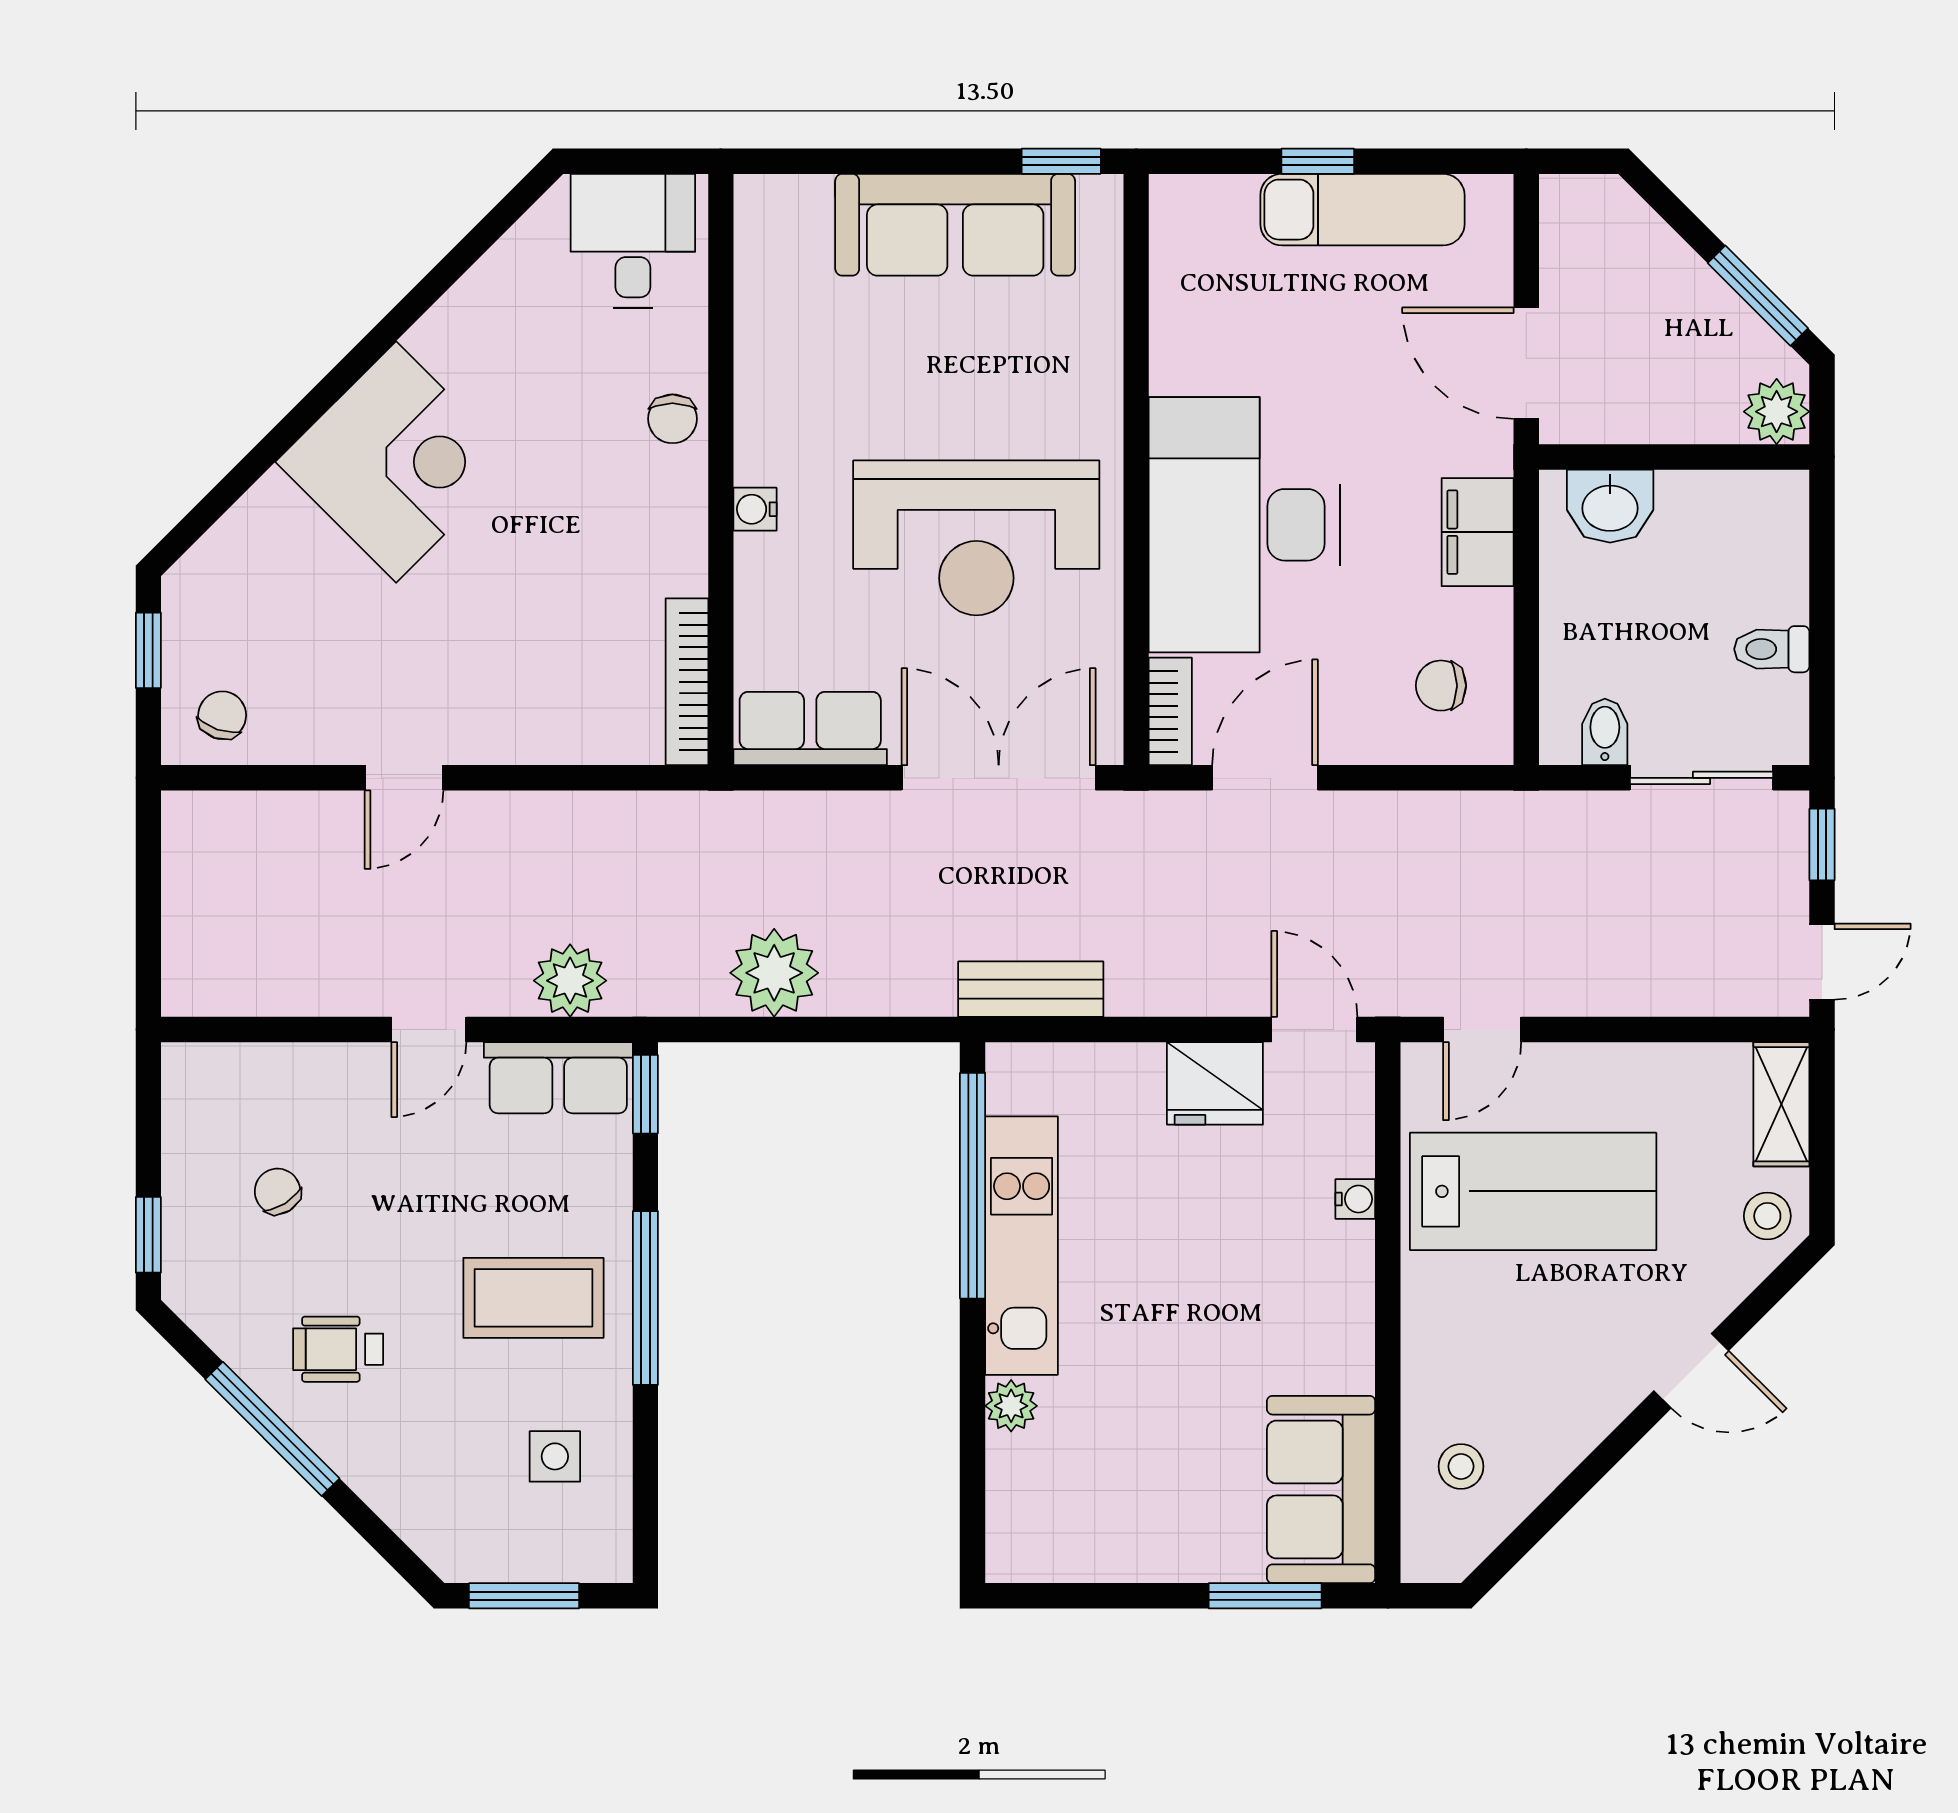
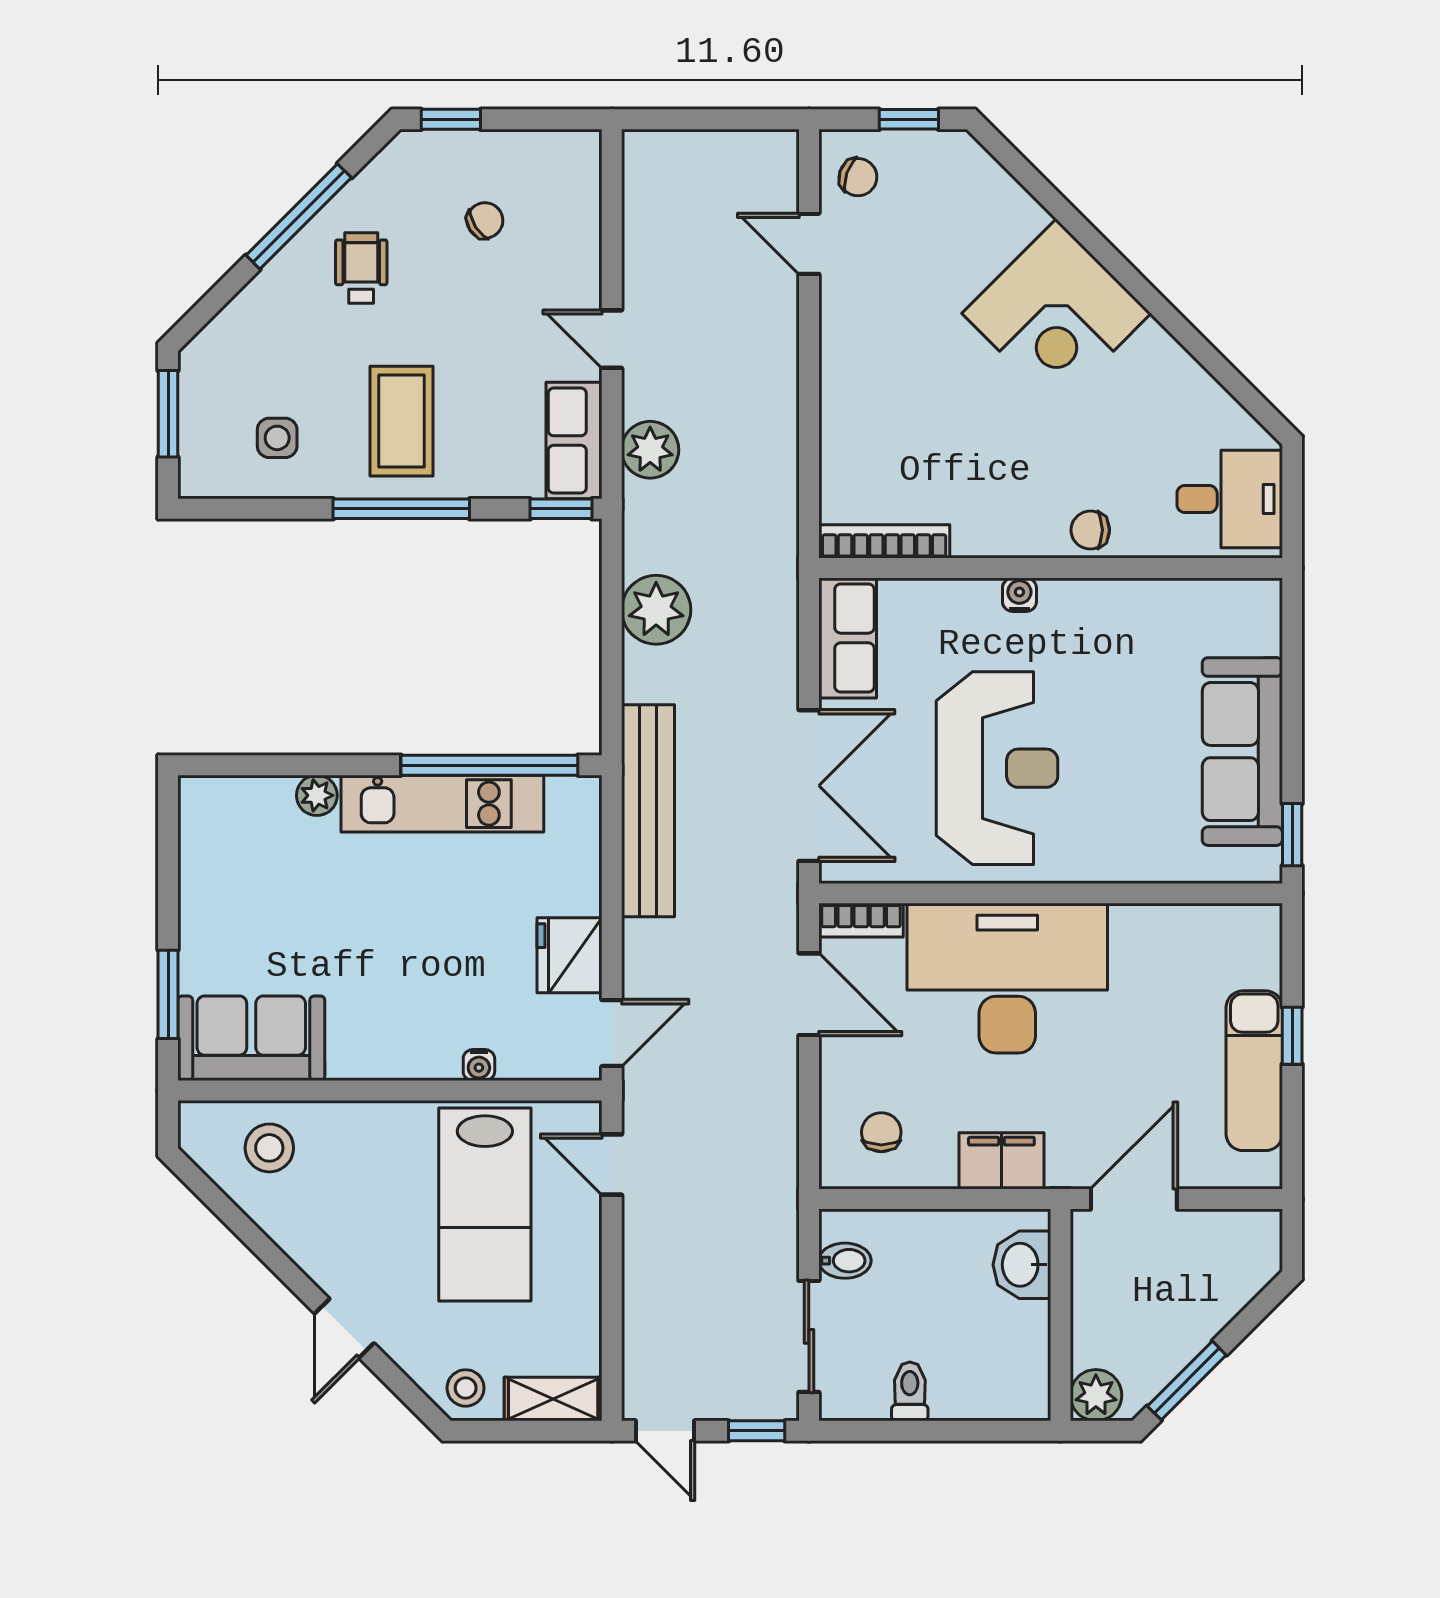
reception desk: (976, 538) -> (997, 768), turned 180
door: (404, 778) -> (809, 244), moved
bench: (1031, 989) -> (648, 811), width x1.86, depth x1.21
stool: (1461, 1466) -> (269, 1148), width x1.37, depth x1.37

